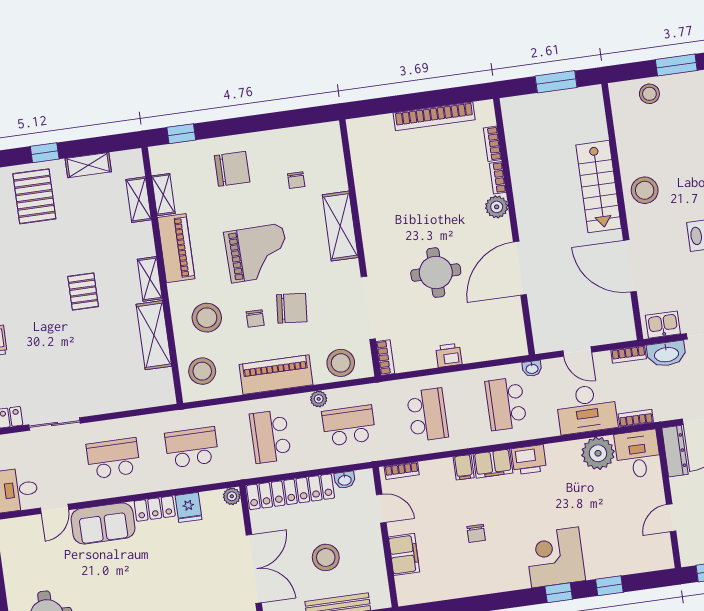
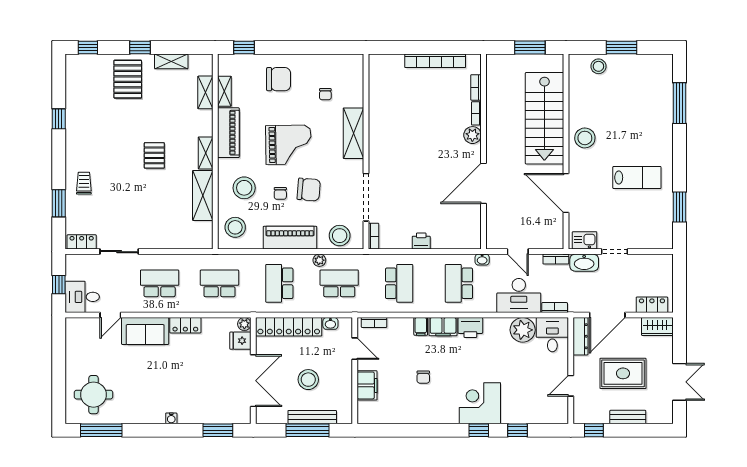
stairs: (599, 187) -> (544, 118), width x1.36, depth x1.51
round table: (436, 273) -> (420, 178), removed
fridge: (189, 507) -> (240, 341), moved, turned 90

